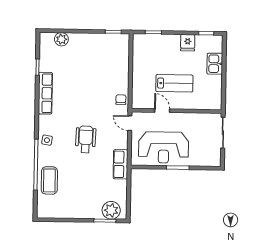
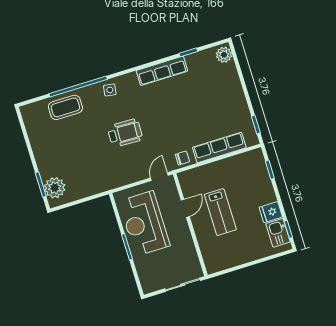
plant: (61, 39) -> (224, 55), moved
kitchen sink: (215, 64) -> (278, 233), moved, turned -90
row of seats: (121, 164) -> (219, 147), moved, width x1.48

